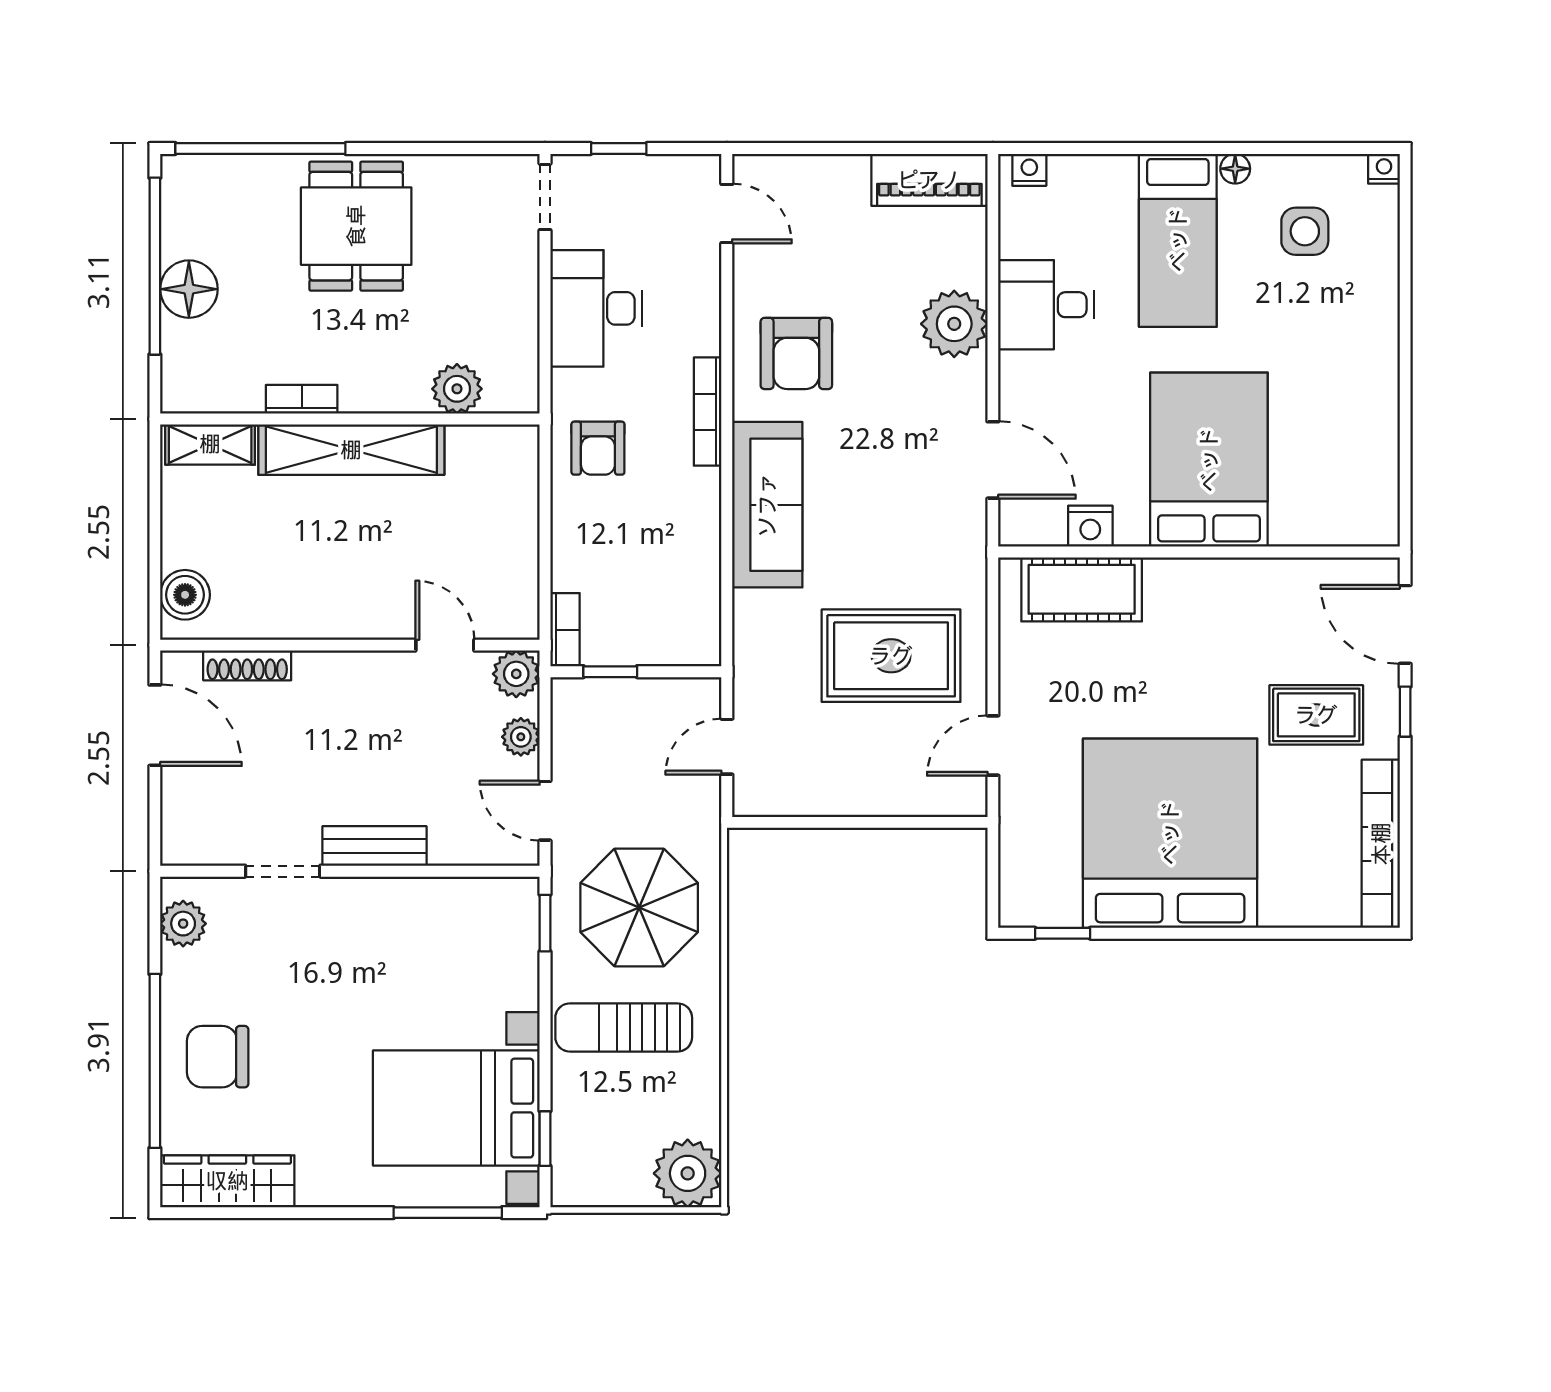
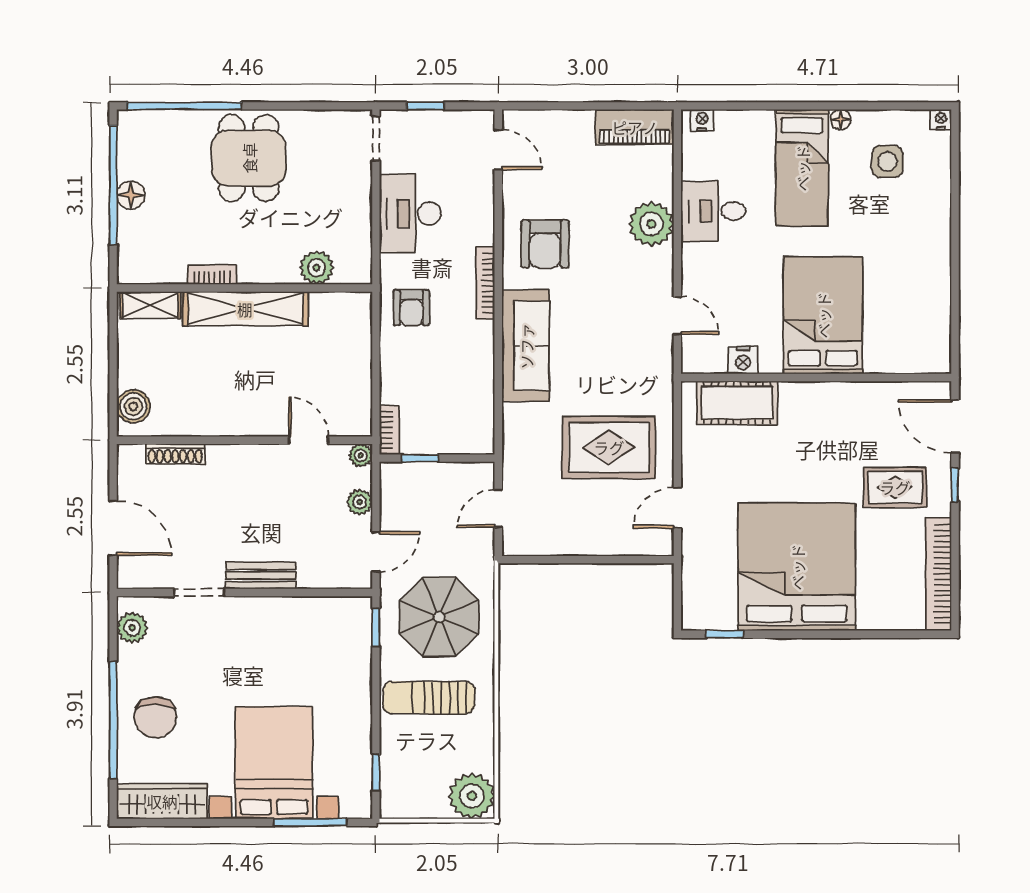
floor lamp: (189, 289) -> (131, 195), width x0.73, depth x0.73
door: (993, 460) -> (677, 316), width x0.73
plant: (516, 674) -> (361, 455), width x0.73, depth x0.73
door: (155, 725) -> (113, 528), moved
door: (545, 811) -> (376, 552), swing flipped
chair: (218, 1057) -> (155, 717), turned -90
bed with nightstands: (456, 1108) -> (274, 763), moved, turned 90

